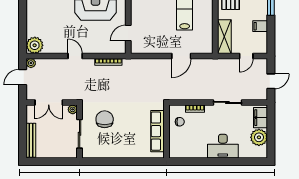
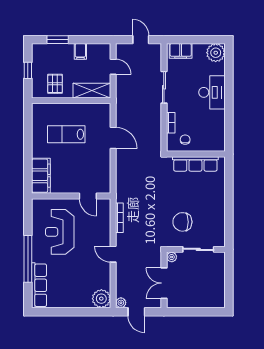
door: (75, 56) -> (113, 254), hinge flipped
double door: (49, 102) -> (164, 283), swing flipped
plant: (259, 137) -> (216, 53), moved
bench: (31, 140) -> (205, 303), removed

